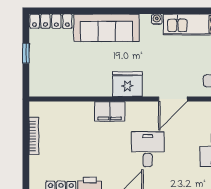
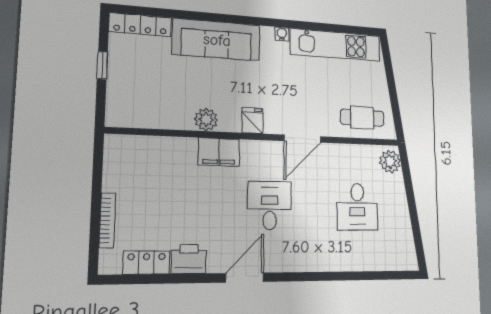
fridge: (127, 84) -> (253, 121), width x0.53, depth x0.75
plant: (100, 88) -> (206, 120), added
bookcase: (34, 136) -> (107, 220), moved

